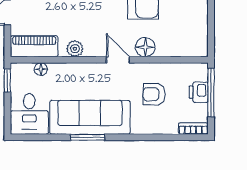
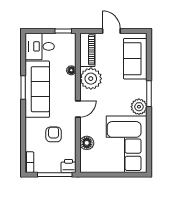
floor lamp: (145, 47) -> (87, 143), moved
plant: (75, 49) -> (91, 79), width x1.87, depth x1.87
floor lamp: (41, 69) -> (71, 70), moved
printer: (199, 92) -> (69, 166), moved

